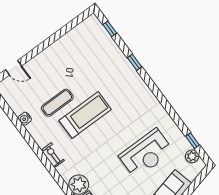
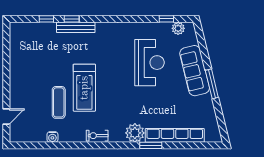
window: (110, 29) -> (46, 19), moved
bench: (130, 71) -> (76, 27), added
treadmill: (85, 115) -> (84, 88), turned 180

